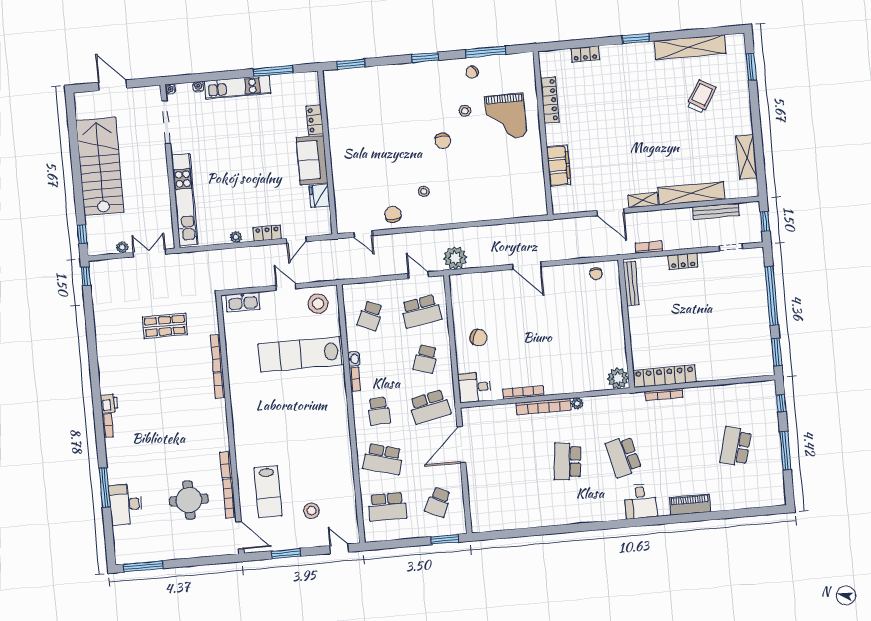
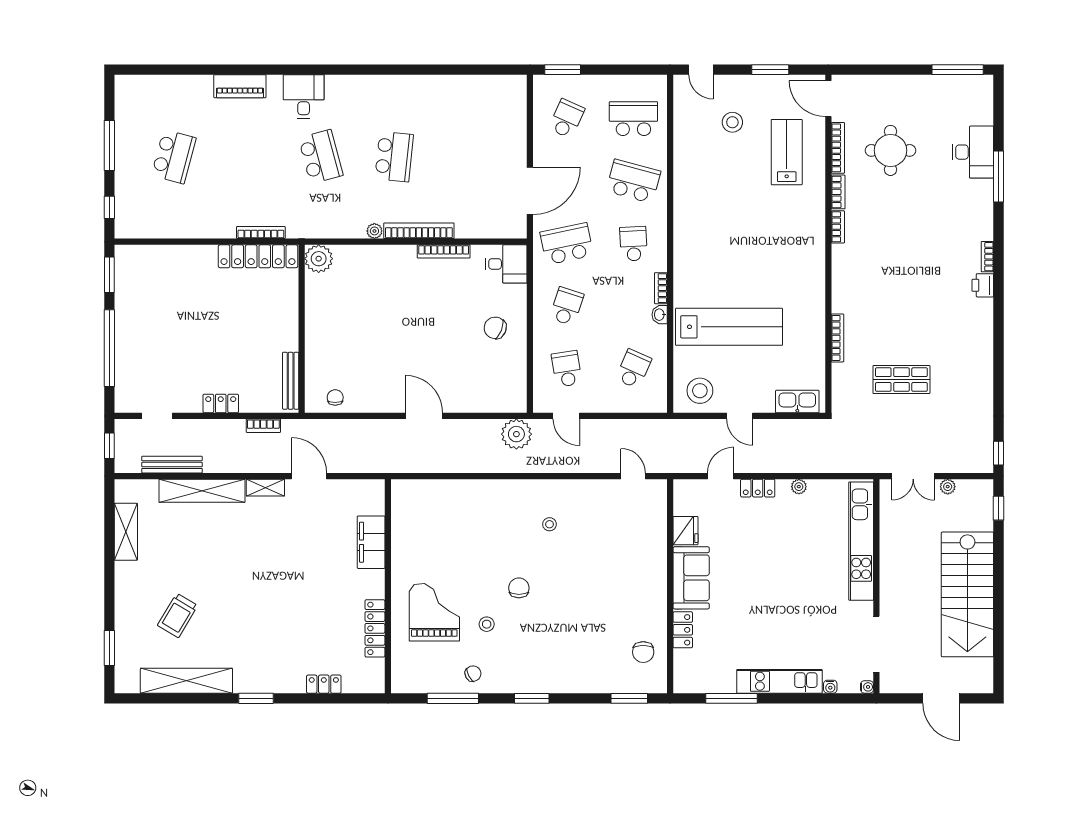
chair: (393, 214) -> (643, 652), moved
school desk: (421, 311) -> (567, 369), width x0.54
bookcase: (219, 385) -> (838, 227), moved

